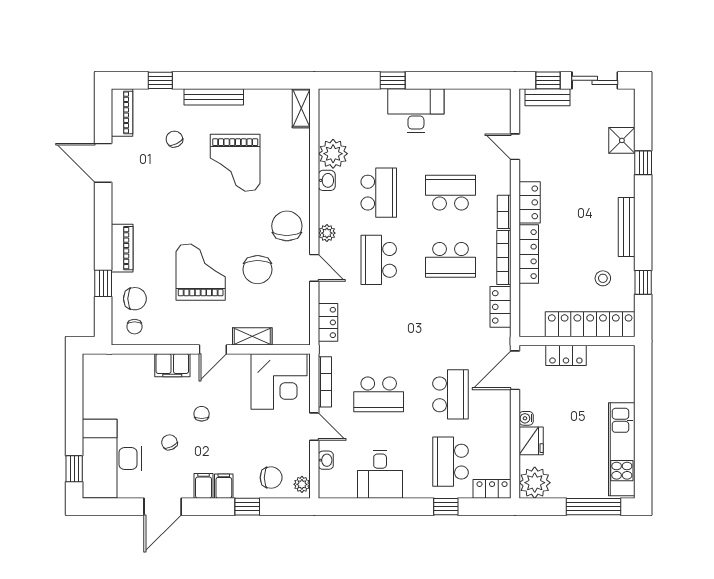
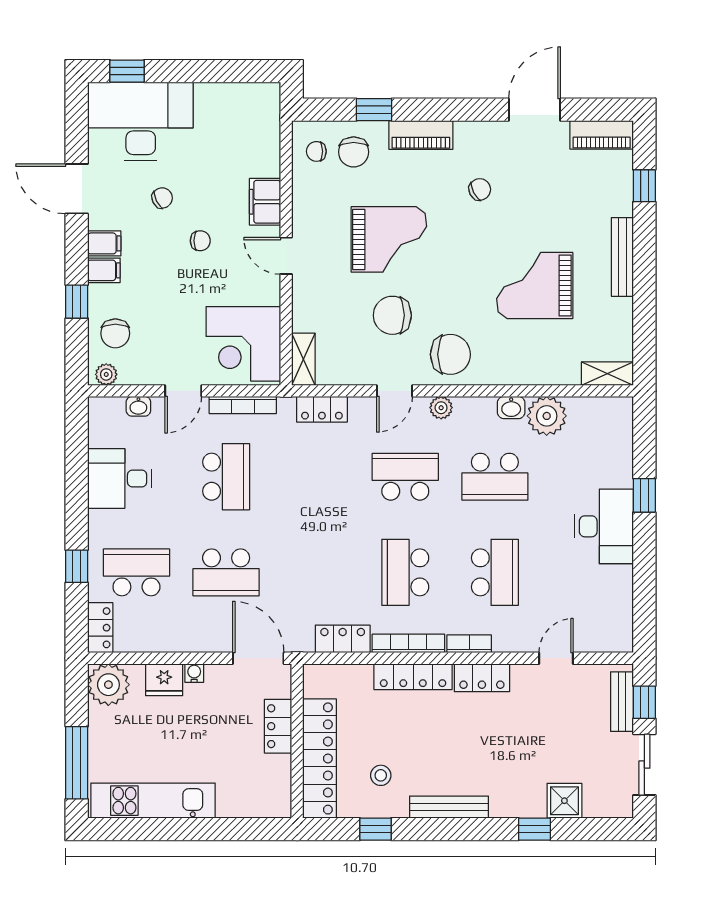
chair: (174, 139) -> (480, 189), moved
shelving: (252, 336) -> (303, 359), moved
school desk: (379, 394) -> (226, 477), turned 180

